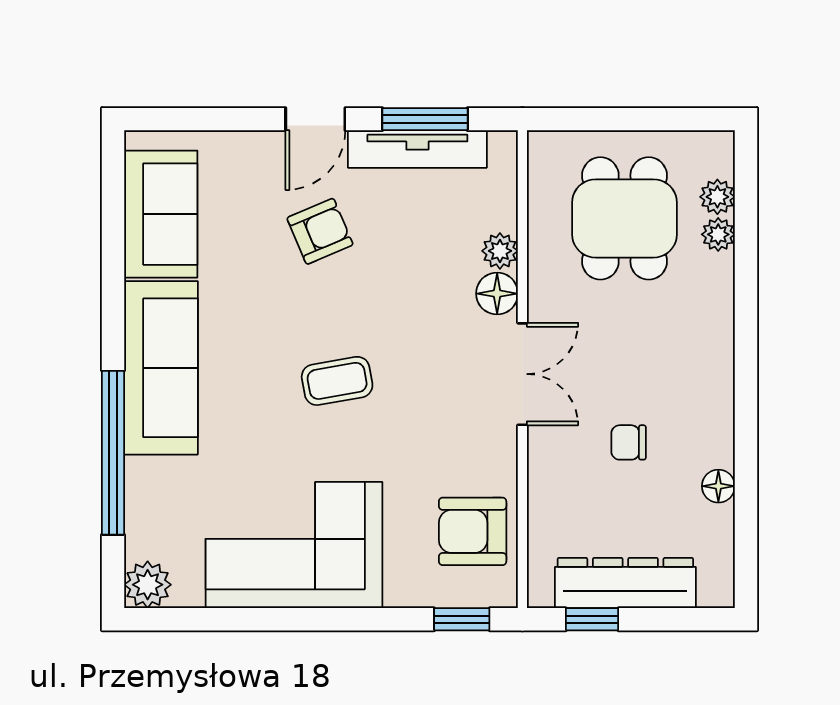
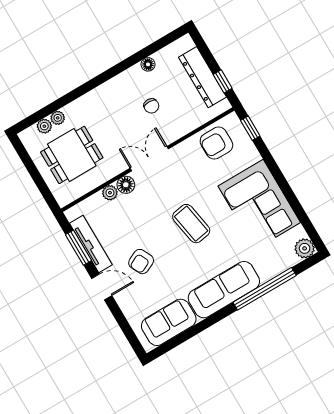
armchair: (320, 231) -> (141, 262), turned -93
coffee table: (337, 381) -> (191, 224), width x1.36, depth x1.30
armchair: (473, 531) -> (216, 143), turned 90

